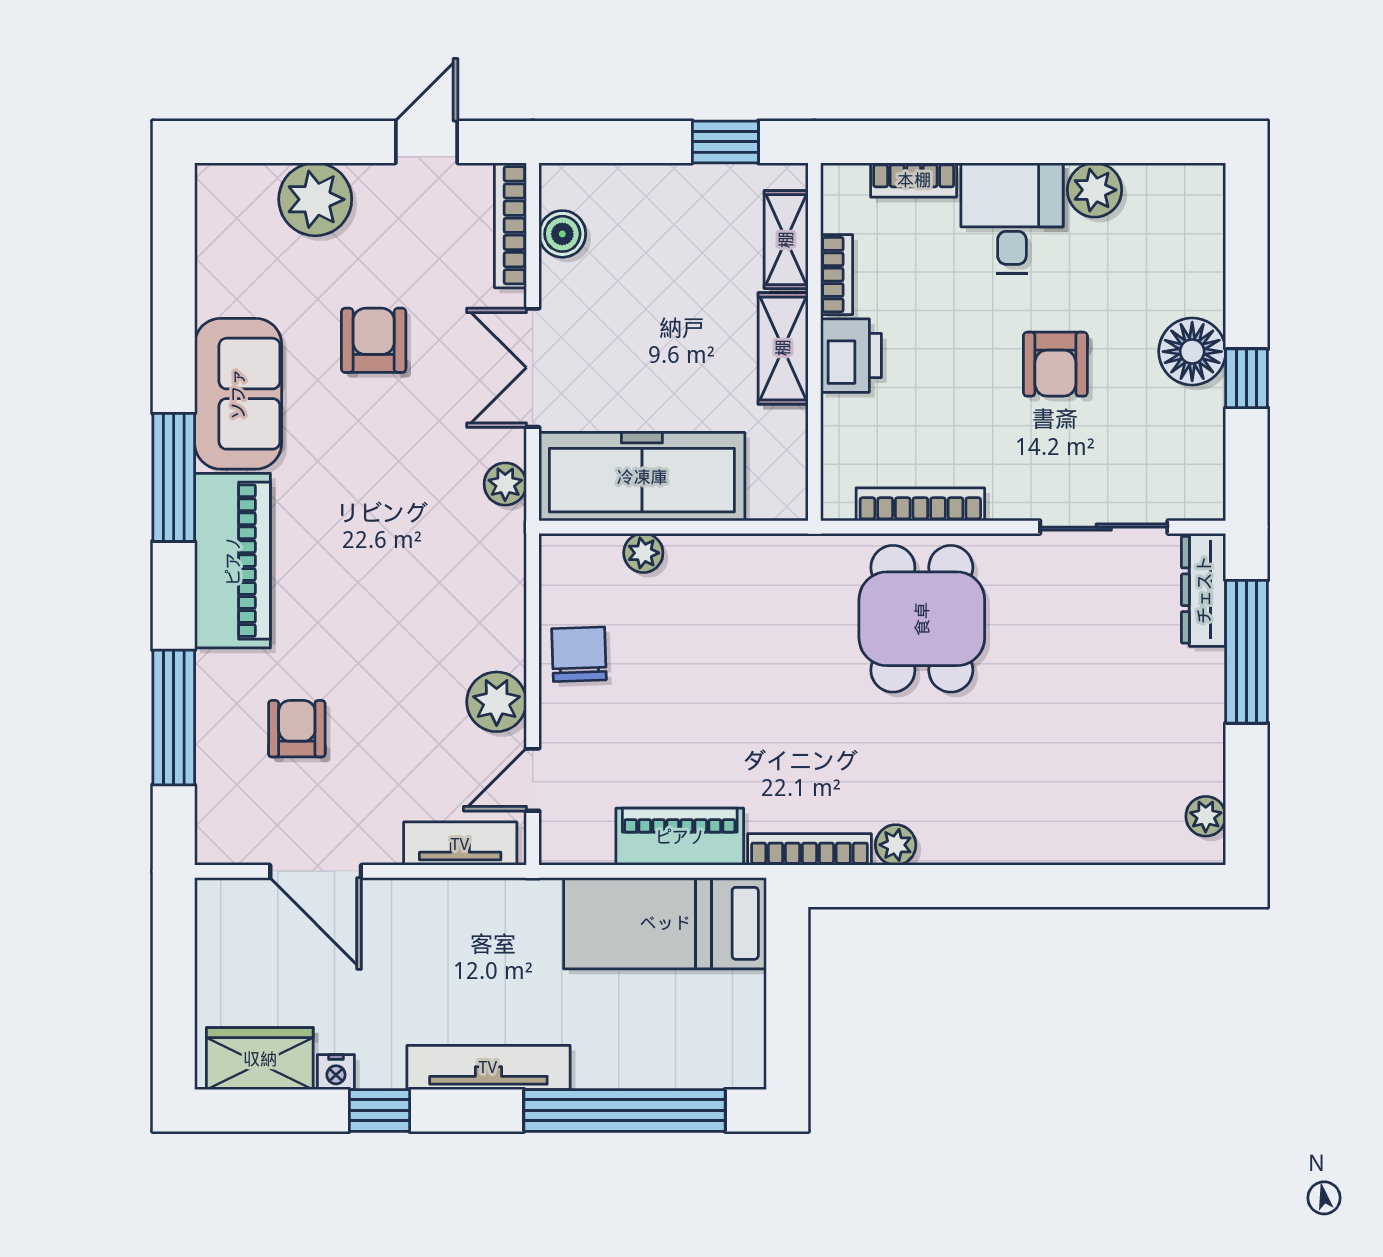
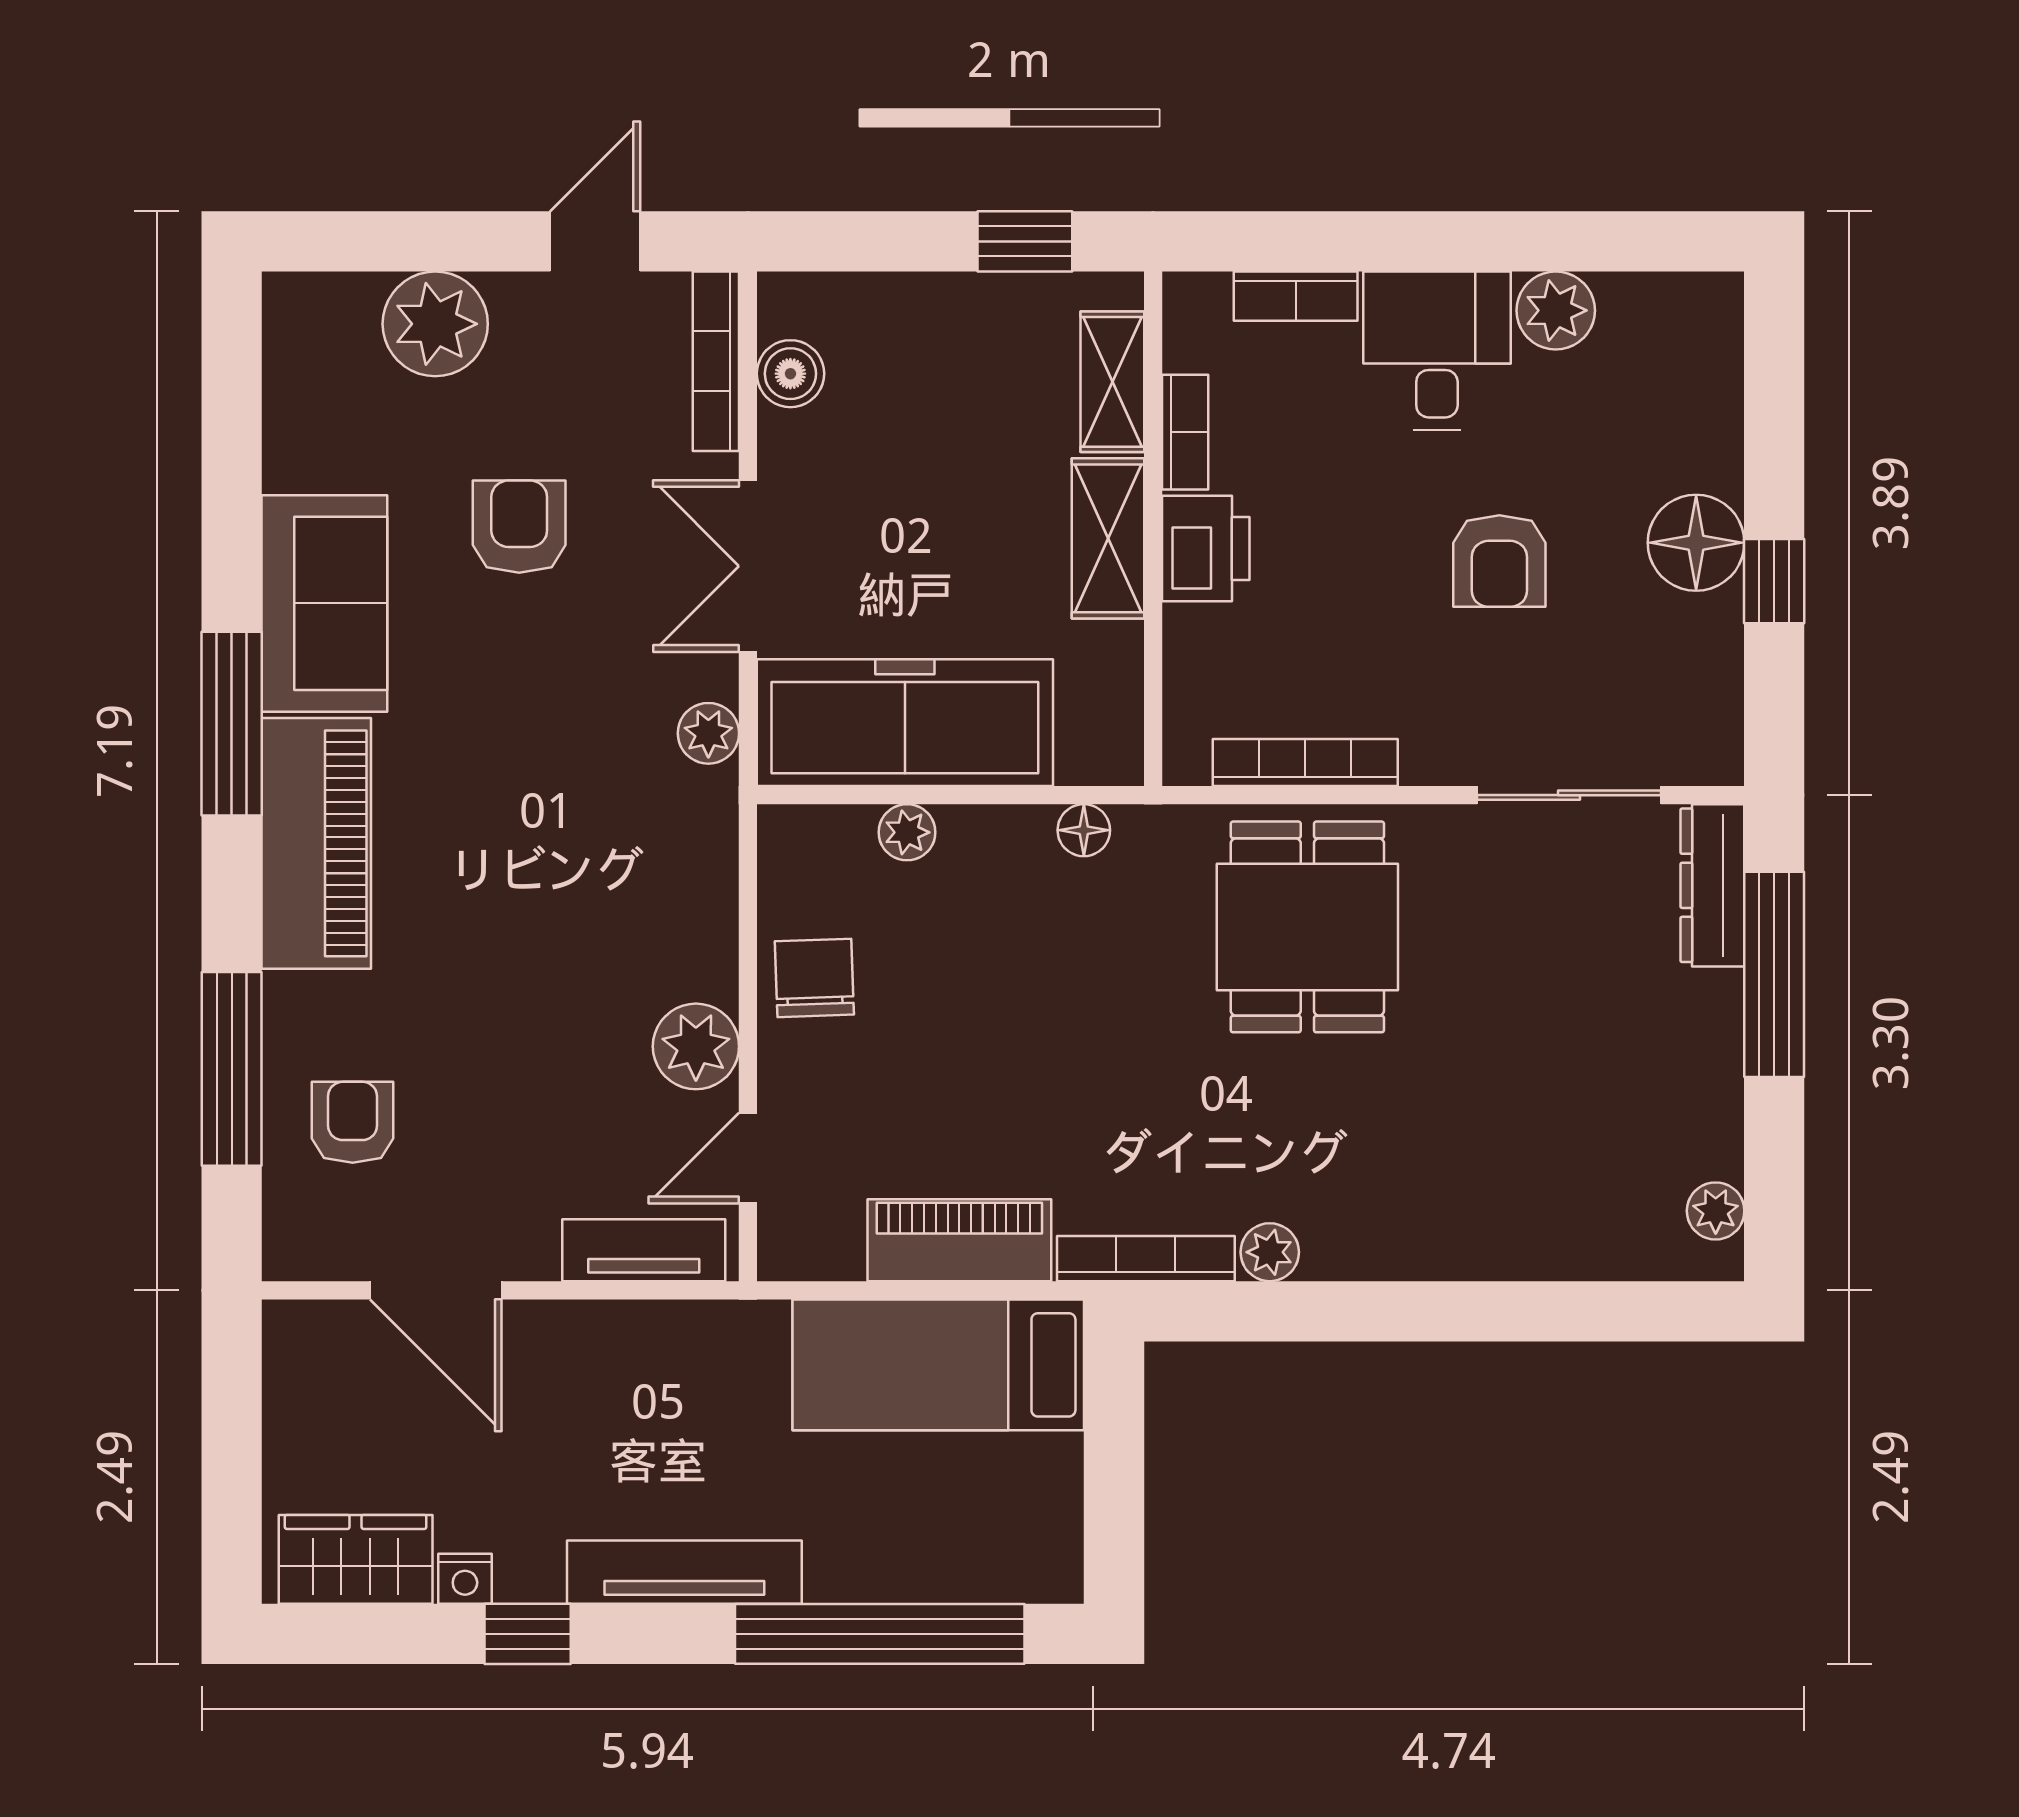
floor lamp: (766, 551) -> (1084, 830), added
armchair: (297, 729) -> (353, 1122), moved

